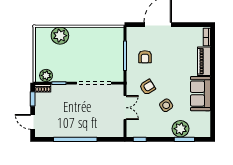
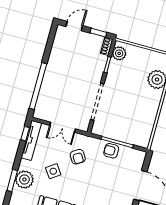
armchair: (145, 57) -> (111, 151), moved
tv unit: (144, 132) -> (31, 140), added
window: (75, 139) -> (38, 86), moved

